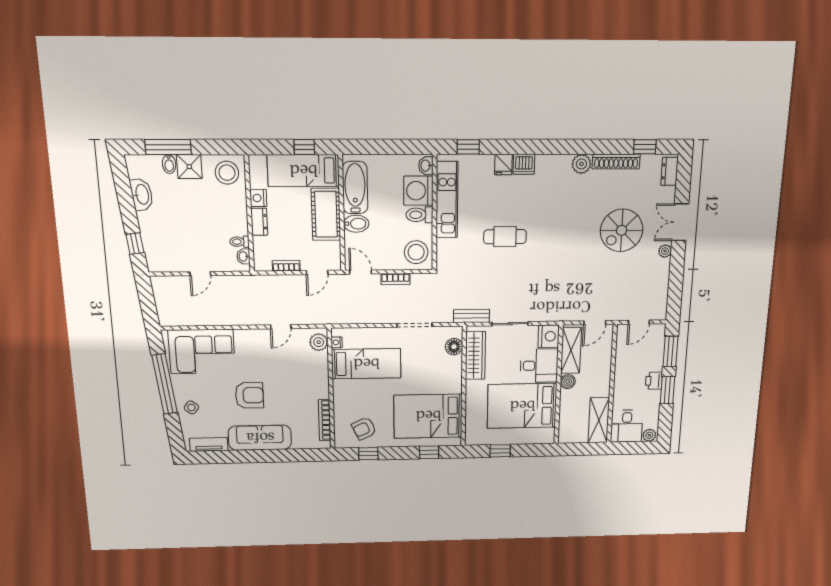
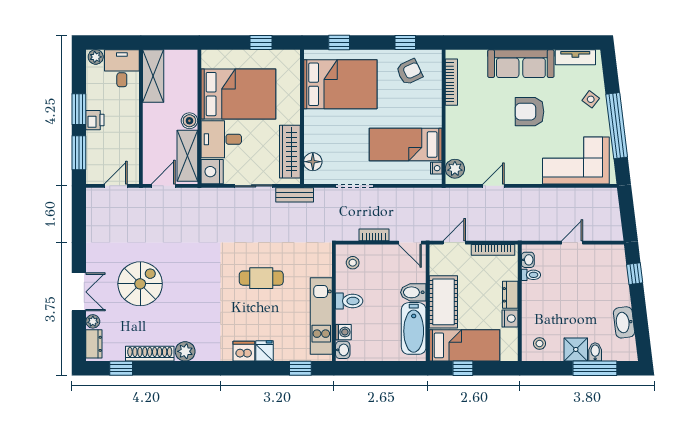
stool: (227, 173) -> (540, 344), width x0.53, depth x0.53
washing machine: (418, 191) -> (343, 332), width x0.53, depth x0.53
plant: (665, 251) -> (93, 321), moved
stool: (416, 252) -> (353, 263), width x0.53, depth x0.53
bookcase: (286, 266) -> (493, 250), width x1.56

